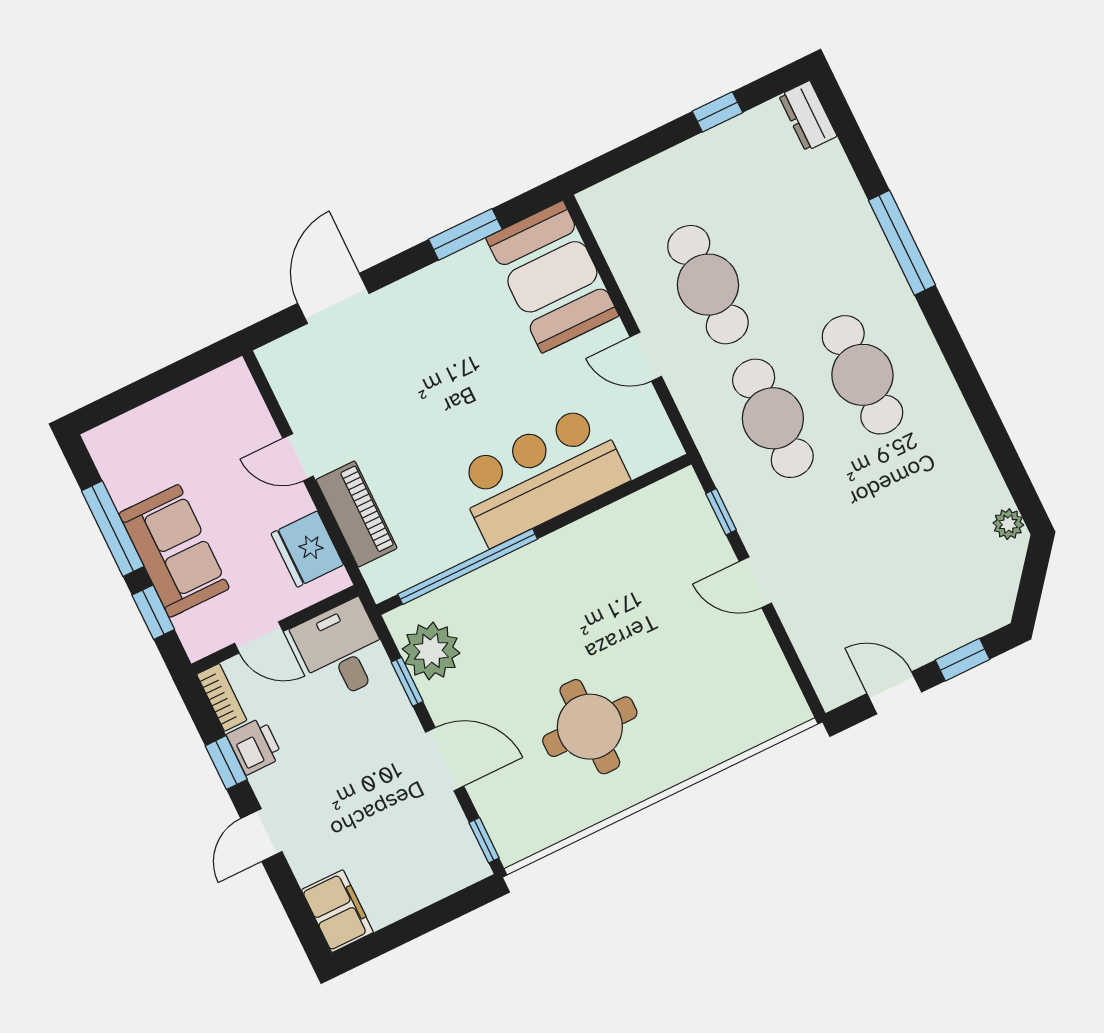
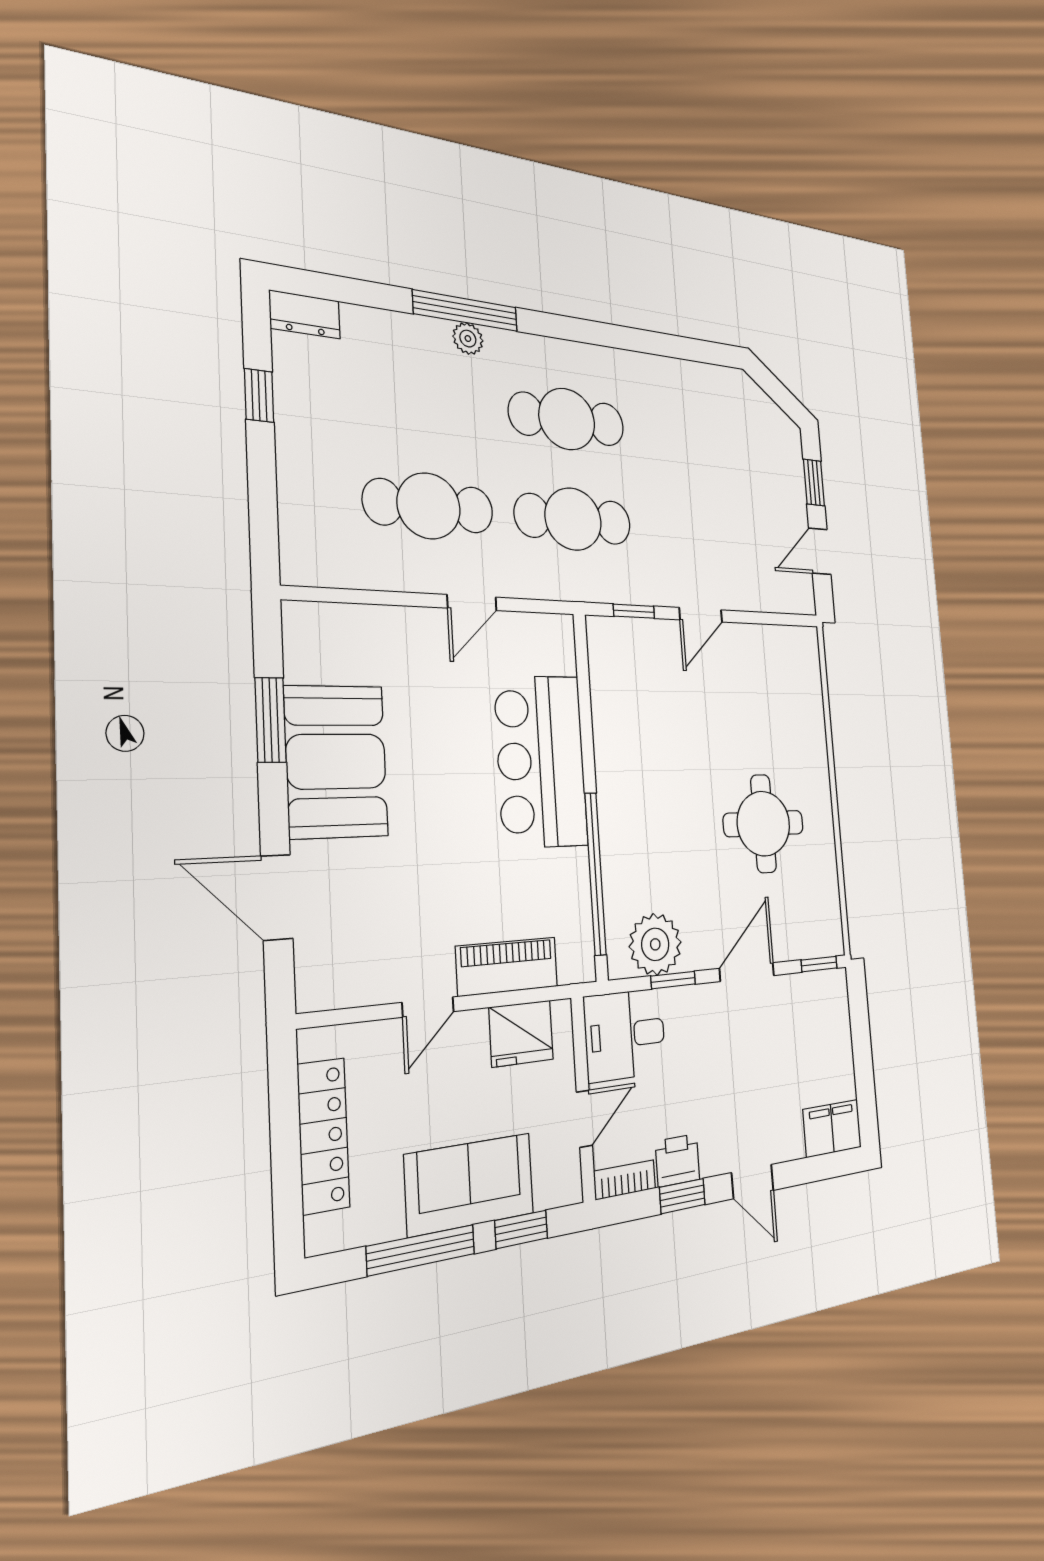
booth: (552, 277) -> (336, 761), moved, turned 90
locker: (172, 412) -> (324, 1136), added
plant: (1008, 524) -> (468, 339), moved

